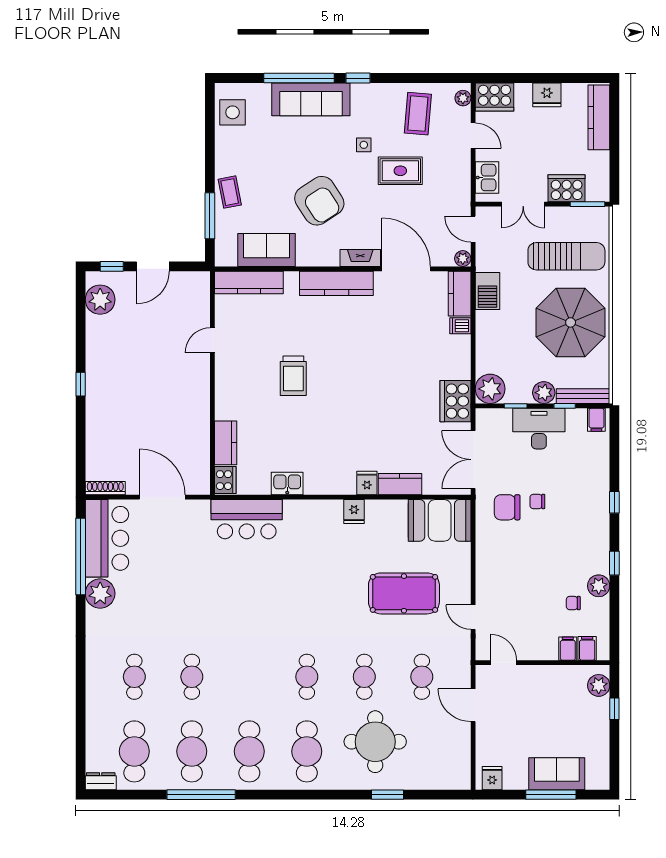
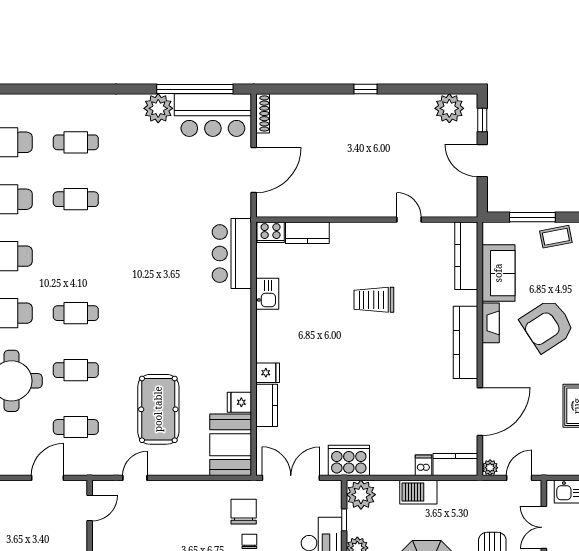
fireplace: (360, 258) -> (491, 323), moved
barbecue: (488, 291) -> (418, 492), moved
fridge: (354, 512) -> (239, 402), moved

